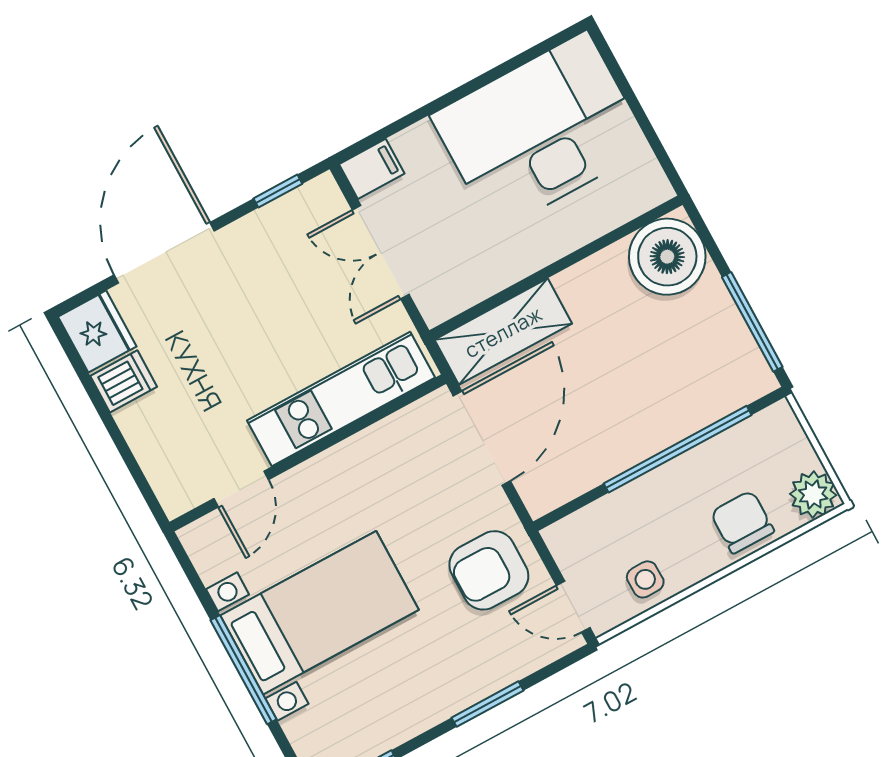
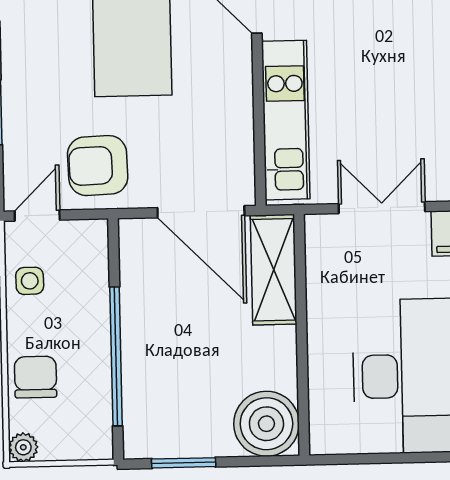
window: (752, 322) -> (184, 463), width x0.69
plant: (813, 494) -> (23, 447), width x0.73, depth x0.73
chair: (742, 522) -> (35, 377), turned -90
armchair: (489, 570) -> (98, 166), turned -92

